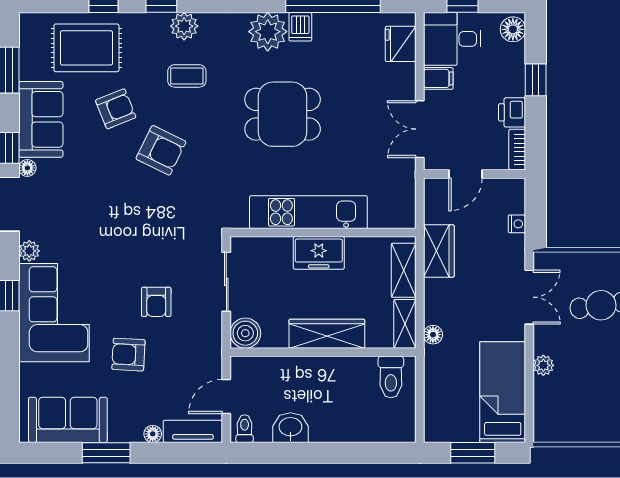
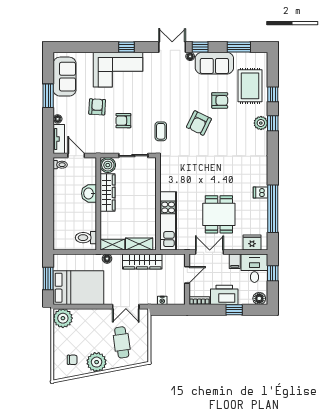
plant: (184, 26) -> (261, 123), moved
plant: (268, 32) -> (258, 176), removed
coffee table: (187, 76) -> (161, 131), moved
armchair: (116, 109) -> (220, 100), turned -68
printer: (512, 112) -> (224, 295), width x1.87, depth x1.48
dining table: (283, 114) -> (219, 214), moved
door: (466, 174) -> (187, 275), swing flipped
kitchen unit: (308, 212) -> (168, 221), moved
plant: (29, 251) -> (149, 57), removed
wardrobe: (439, 251) -> (142, 262), width x1.50
freezer: (319, 253) -> (148, 202), removed
wardrobe: (327, 334) -> (107, 193), moved
plant: (543, 365) -> (63, 318), moved, width x1.88, depth x1.88
bed: (503, 392) -> (78, 288), width x1.50
washbasin: (290, 428) -> (89, 193), moved, turned 180

